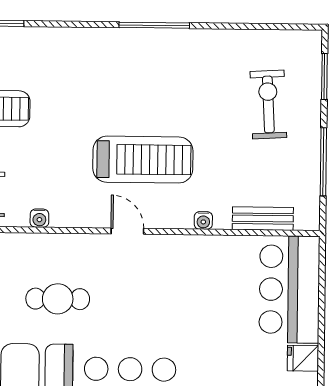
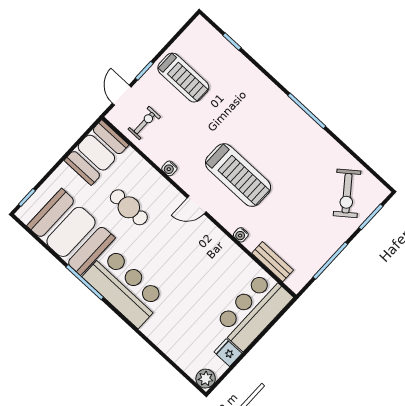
exercise bike: (268, 104) -> (347, 193), moved, turned 145
water cooler: (39, 218) -> (169, 168), moved
door: (127, 231) -> (197, 205), swing flipped

